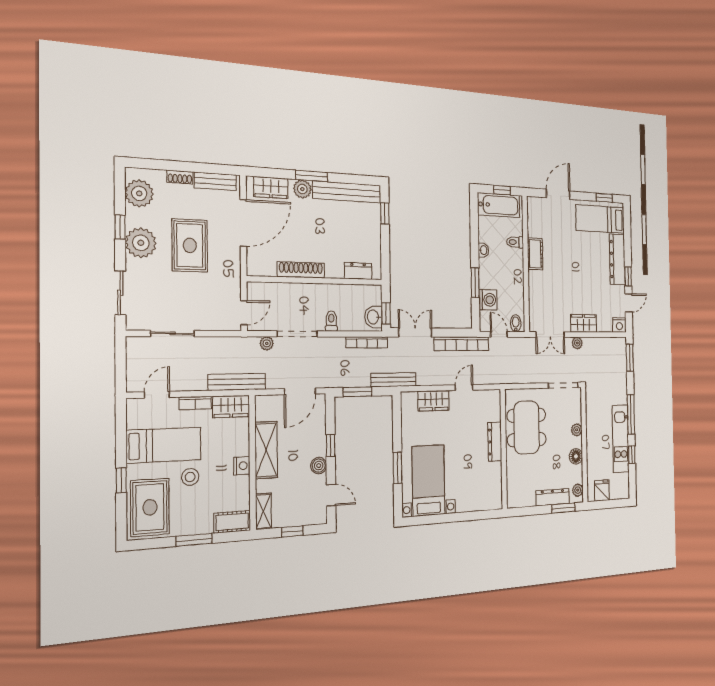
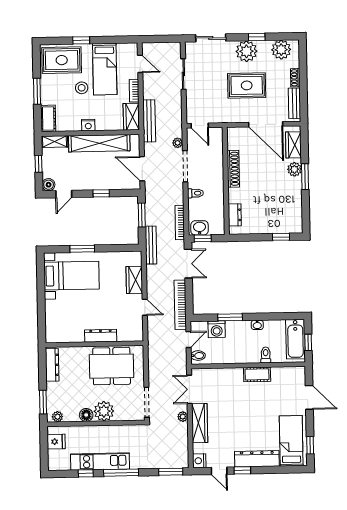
bench: (347, 192) -> (295, 205), removed
wardrobe: (584, 323) -> (200, 423), width x1.50
plant: (577, 430) -> (104, 411), width x1.88, depth x1.88
shelving: (266, 450) -> (99, 143), width x1.47
boiler: (319, 466) -> (49, 185), moved
dresser: (553, 497) -> (52, 365), moved

